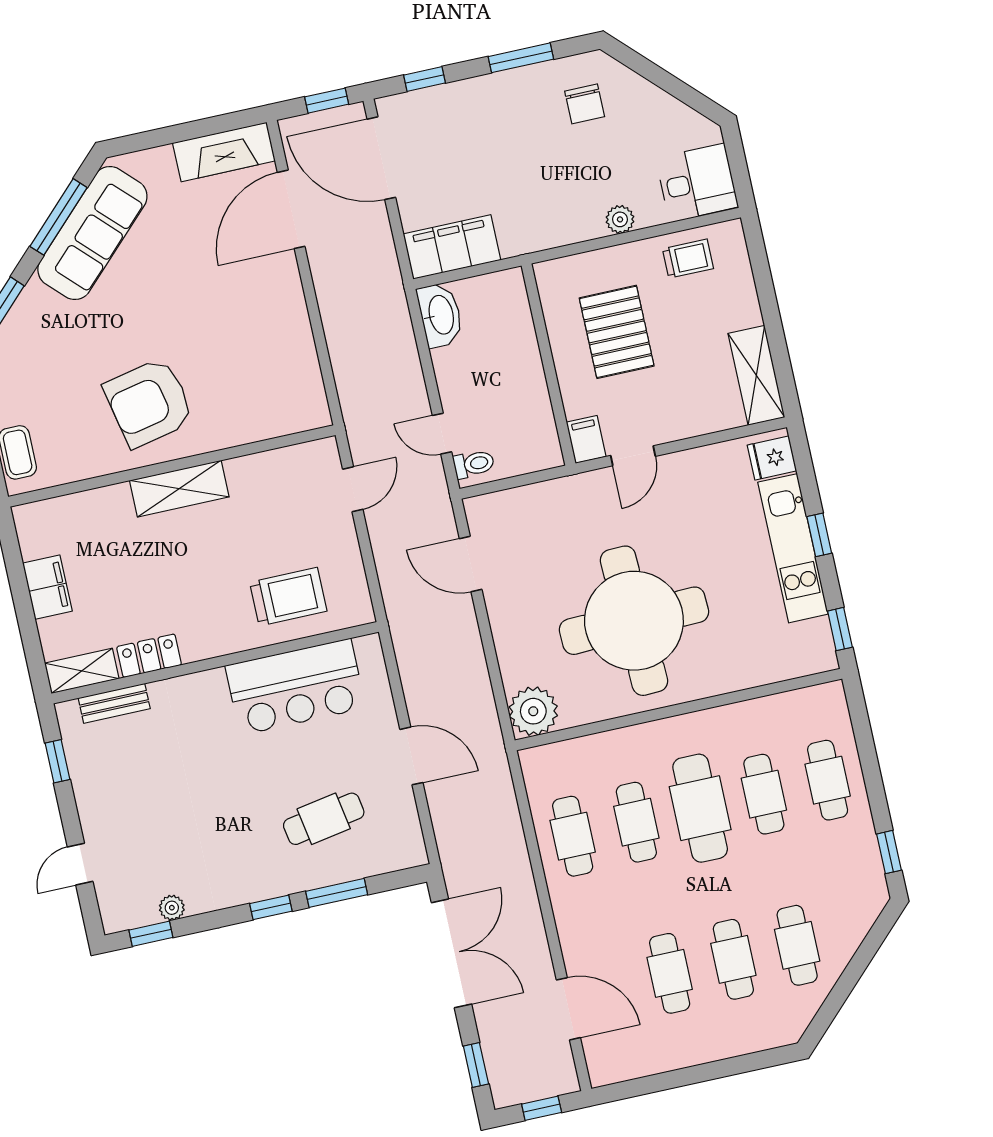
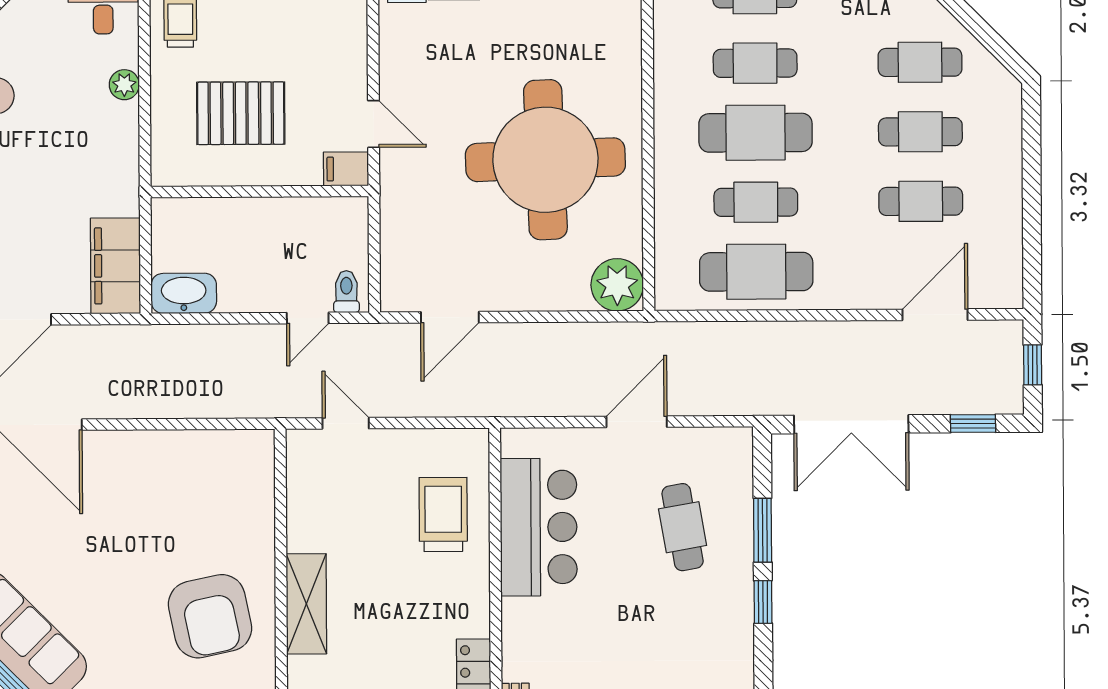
cafe table: (573, 836) -> (756, 272), width x1.37, depth x1.35
double door: (451, 953) -> (851, 424), swing flipped

